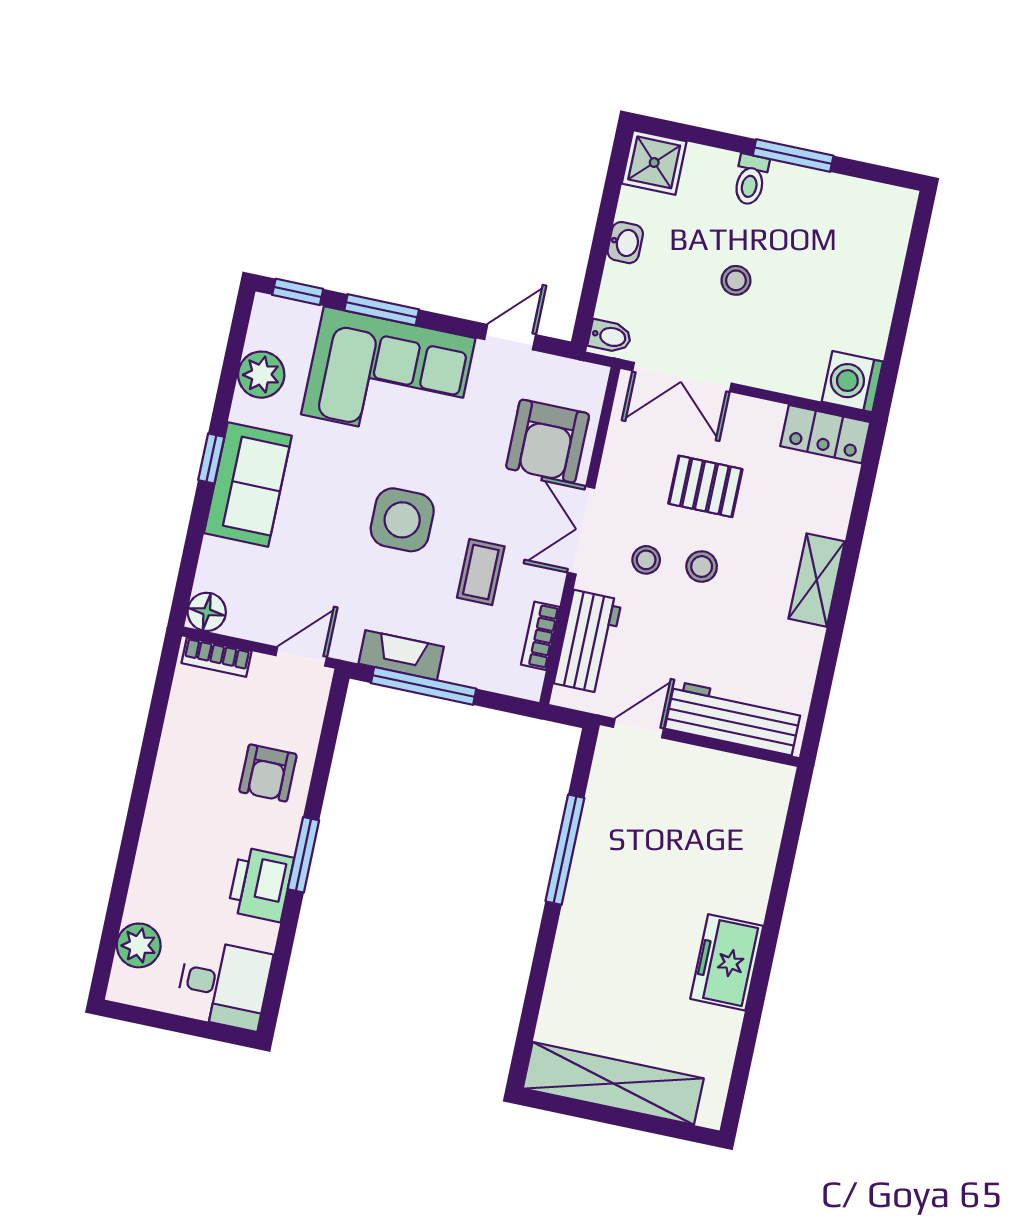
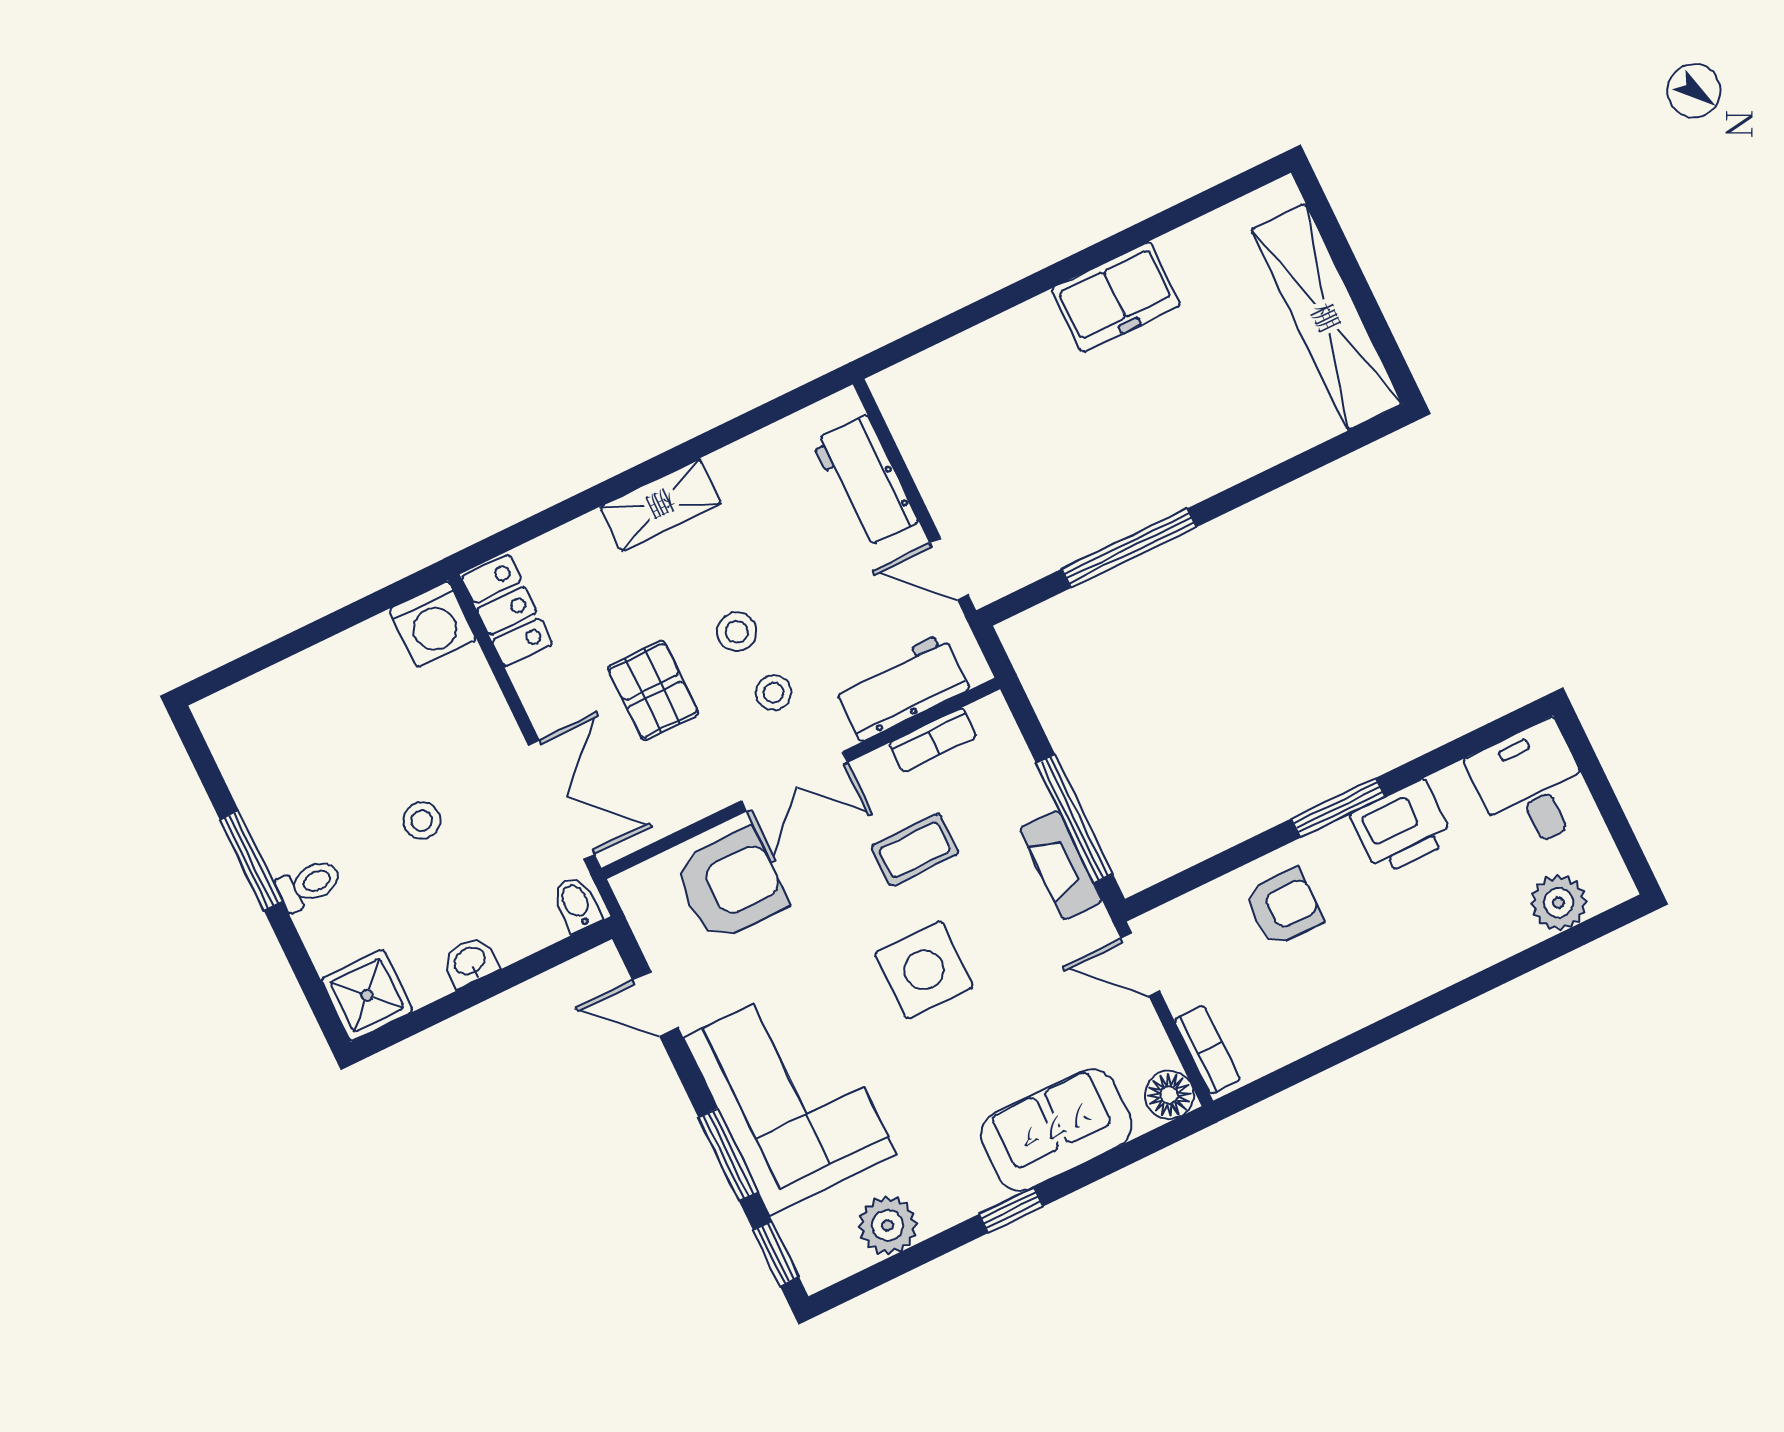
sofa: (248, 484) -> (1056, 1130), moved
workbench: (733, 718) -> (865, 481), width x0.73

